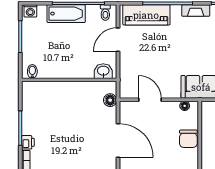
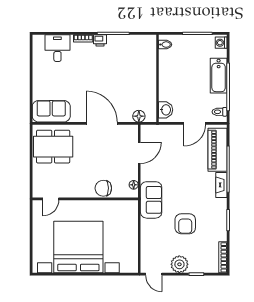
fireplace: (196, 11) -> (221, 185), moved
door: (118, 40) -> (195, 123), swing flipped
door: (118, 140) -> (102, 123), swing flipped

